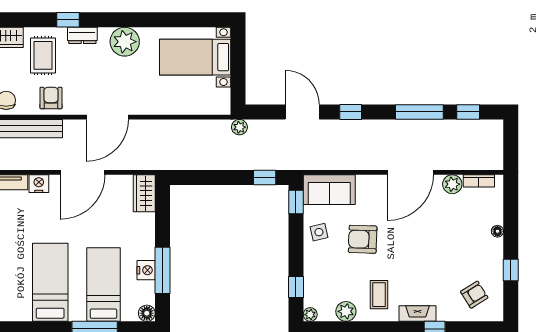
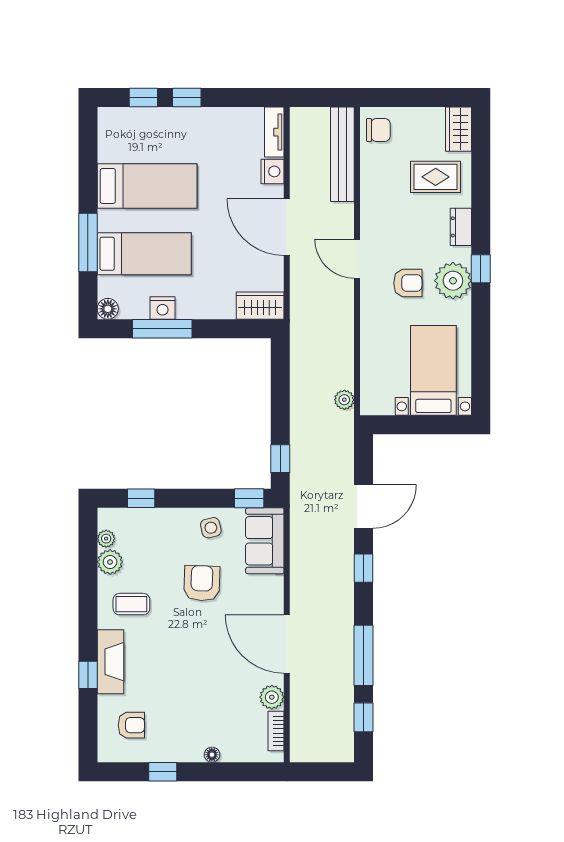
window: (68, 20) -> (481, 269), moved
armchair: (51, 98) -> (408, 283), moved
door: (107, 117) -> (357, 259), width x0.73
plant: (239, 127) -> (344, 400), moved
armchair: (474, 295) -> (131, 725), turned -58
fireplace: (418, 314) -> (111, 662), width x1.37, depth x1.32
plant: (310, 315) -> (106, 539), moved

